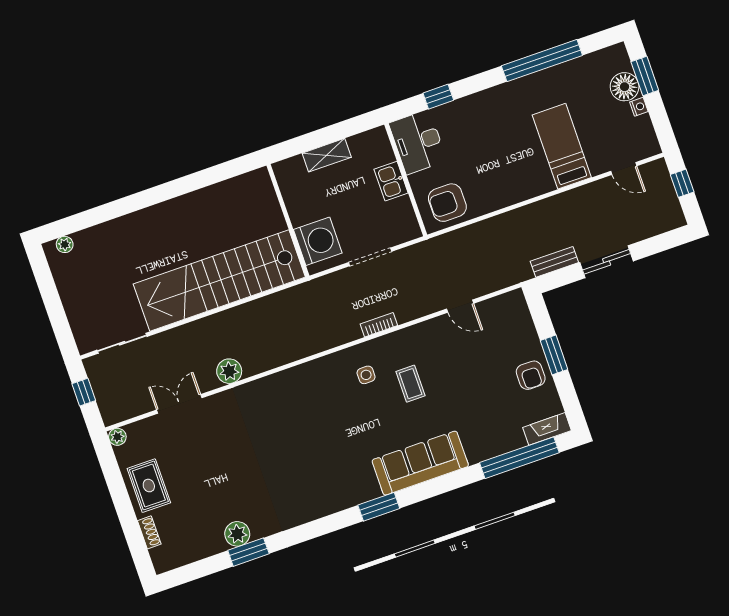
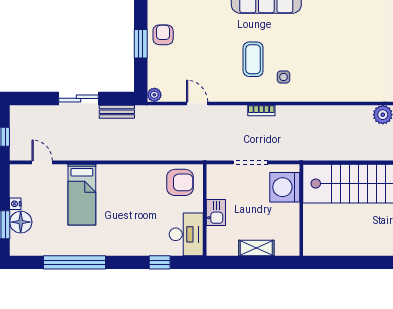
plant: (516, 298) -> (154, 95), added
coffee table: (411, 384) -> (253, 59), width x1.36, depth x1.30

